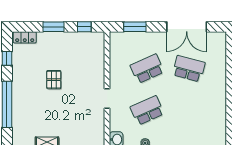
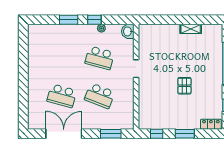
school desk: (147, 69) -> (100, 96), turned 45
school desk: (147, 110) -> (100, 58), turned 39

